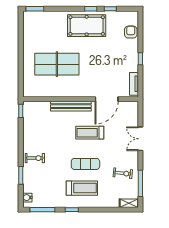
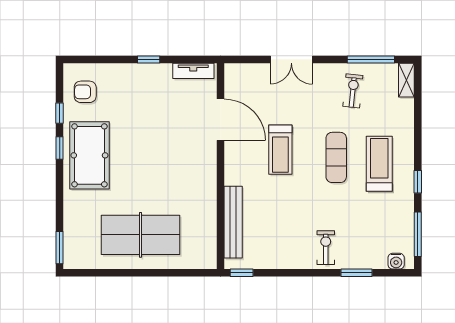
armchair: (131, 32) -> (85, 92), moved
table tennis table: (57, 64) -> (141, 235), moved, turned 90
bench: (71, 106) -> (233, 222), moved

